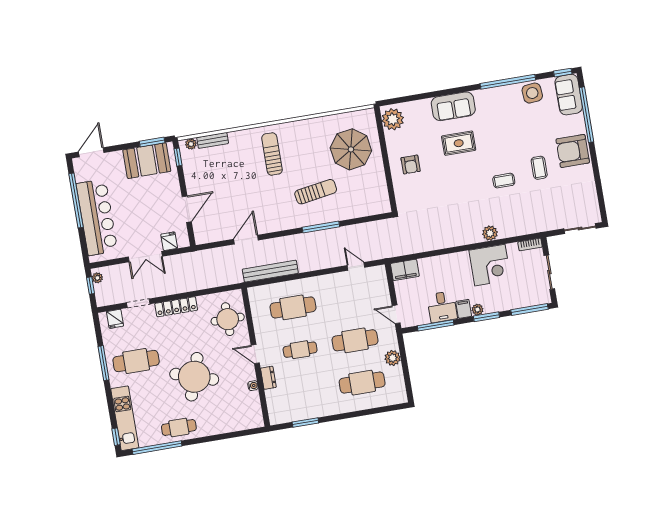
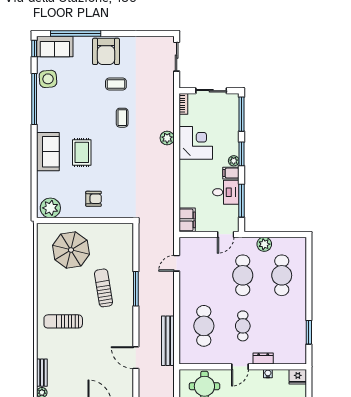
fridge: (255, 419) -> (298, 377), added

